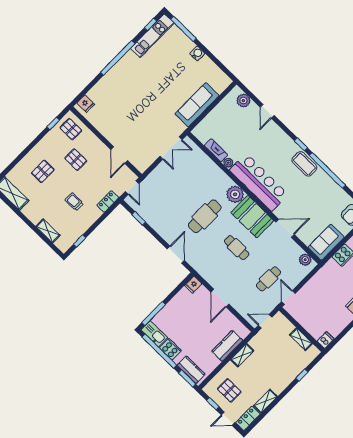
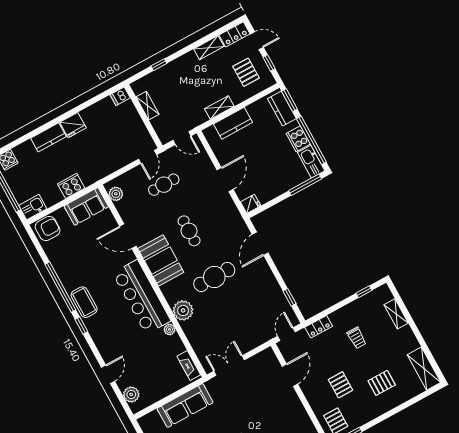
fireplace: (216, 150) -> (189, 365), moved
plant: (235, 194) -> (183, 310), moved

